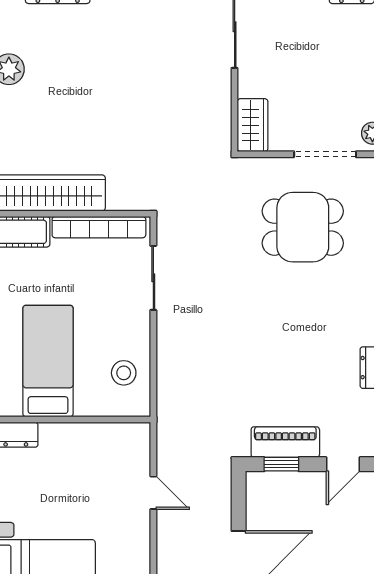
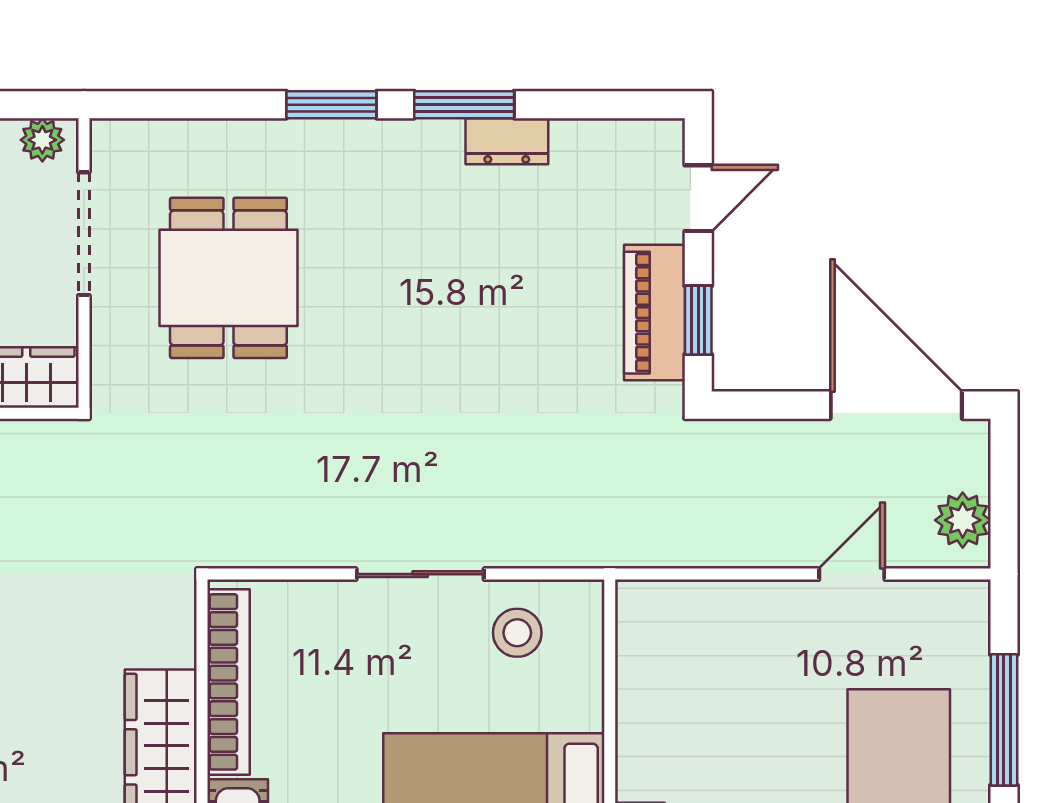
sliding door: (153, 278) -> (420, 574), moved
door: (343, 464) -> (698, 198), hinge flipped
door: (153, 493) -> (852, 574), moved

